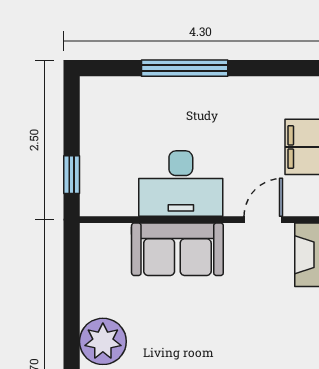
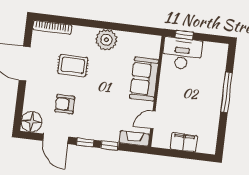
desk: (181, 184) -> (182, 54), moved, turned 90
door: (263, 220) -> (153, 120), swing flipped

